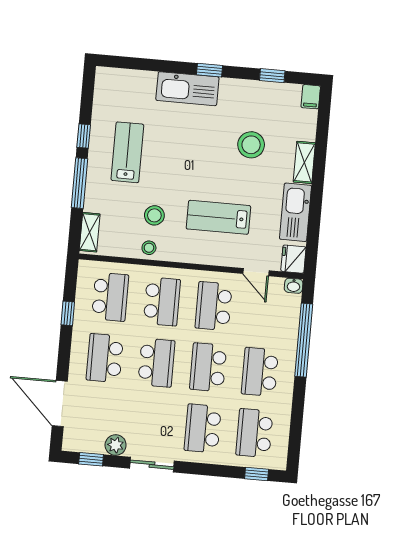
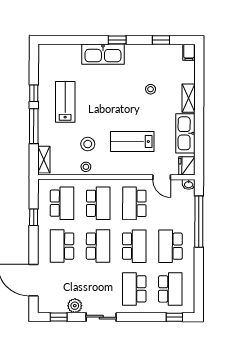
stool: (251, 145) -> (151, 89), width x0.53, depth x0.53
school desk: (208, 367) -> (134, 246), turned 180
school desk: (254, 433) -> (170, 289), turned 180

